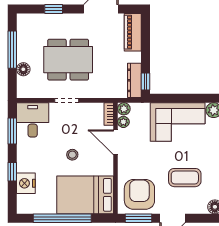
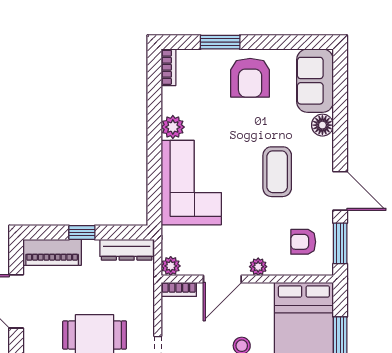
window: (145, 81) -> (82, 232), moved
plant: (123, 122) -> (258, 267), moved
armchair: (139, 194) -> (303, 242), width x0.53, depth x0.53

